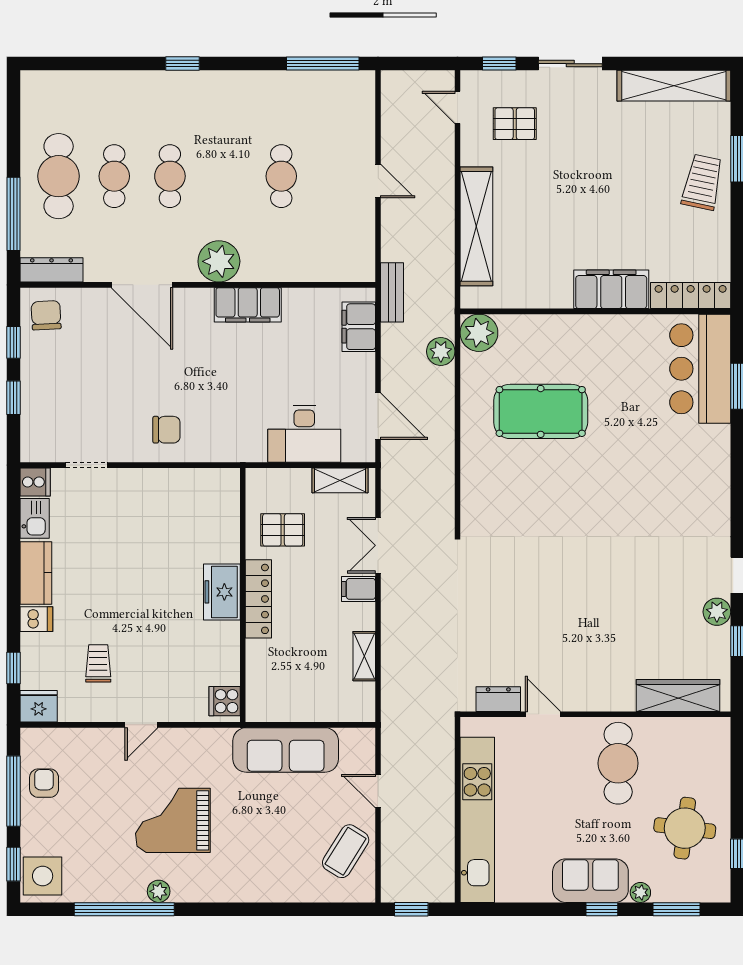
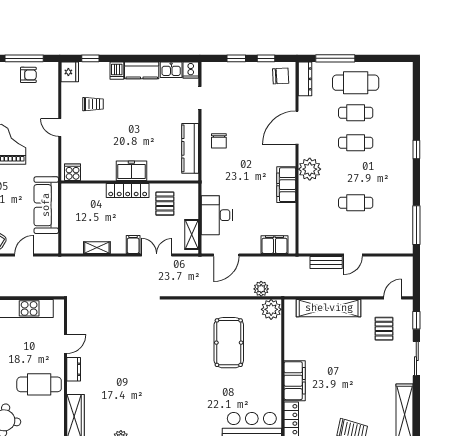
bench: (392, 292) -> (326, 263), moved
kitchen counter: (180, 483) -> (190, 148), added
dresser: (498, 699) -> (74, 369), moved

